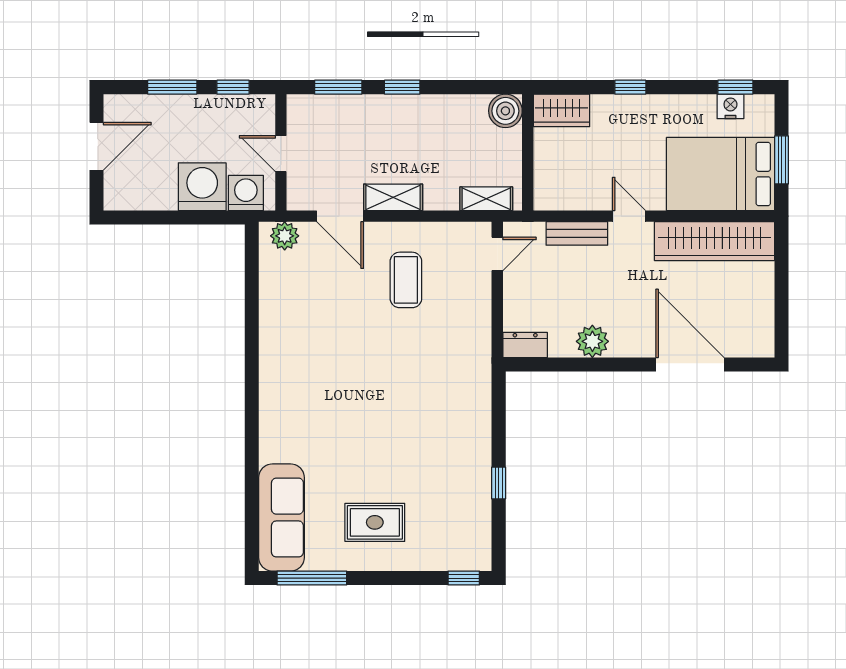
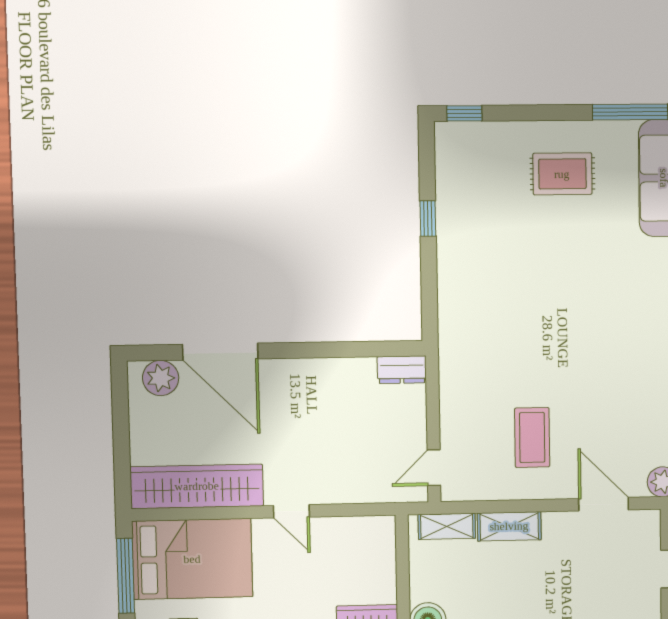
window: (782, 160) -> (126, 576), width x1.44
shelving: (393, 197) -> (509, 526), moved
bench: (577, 233) -> (348, 491), removed
plant: (592, 341) -> (161, 378), moved

